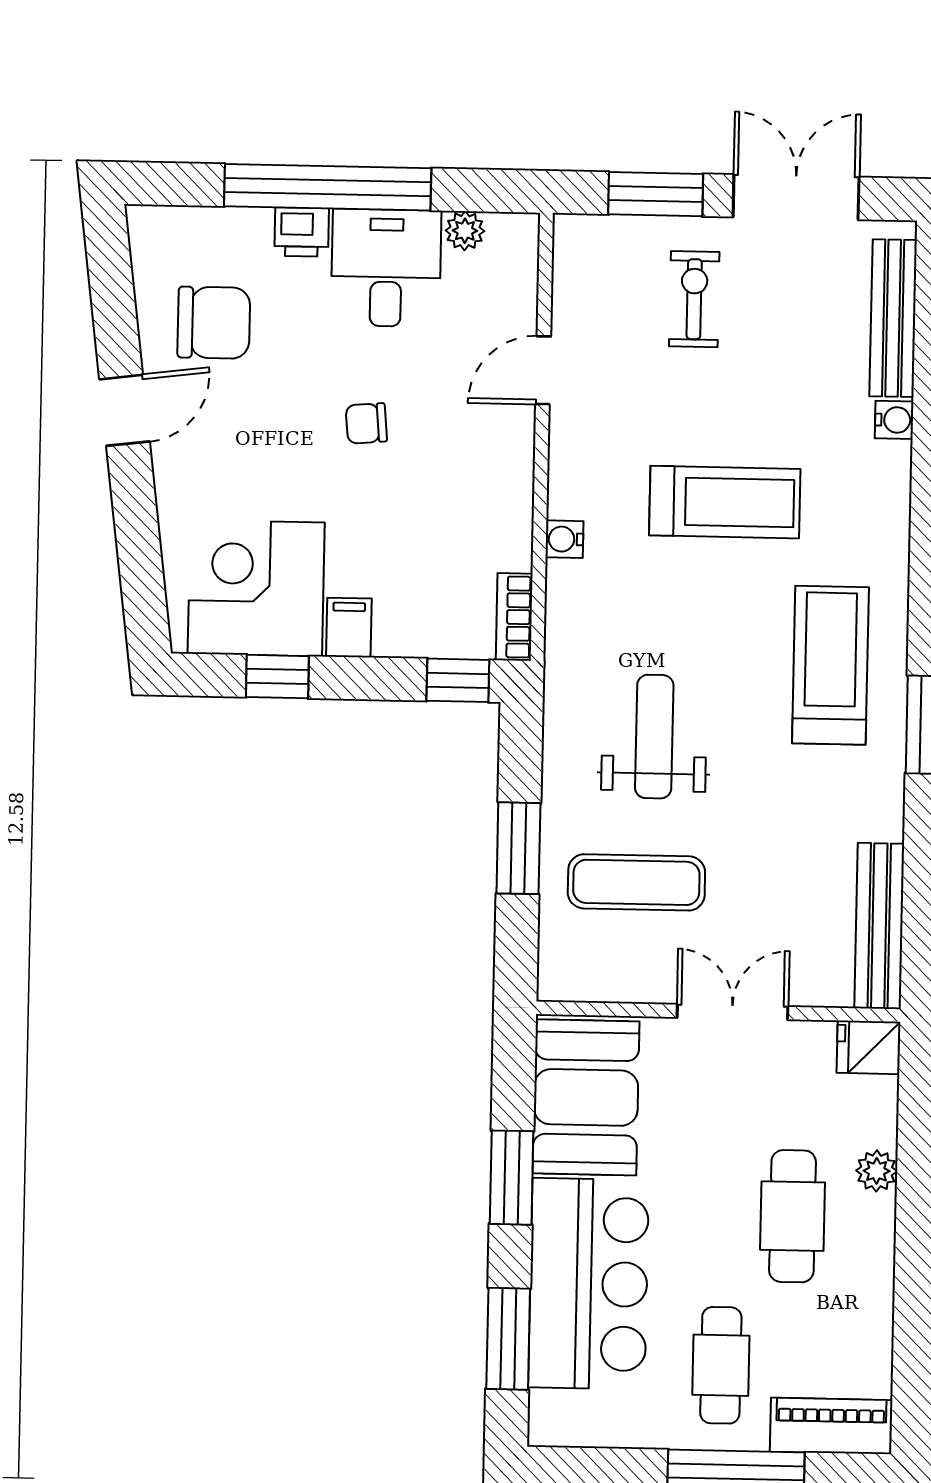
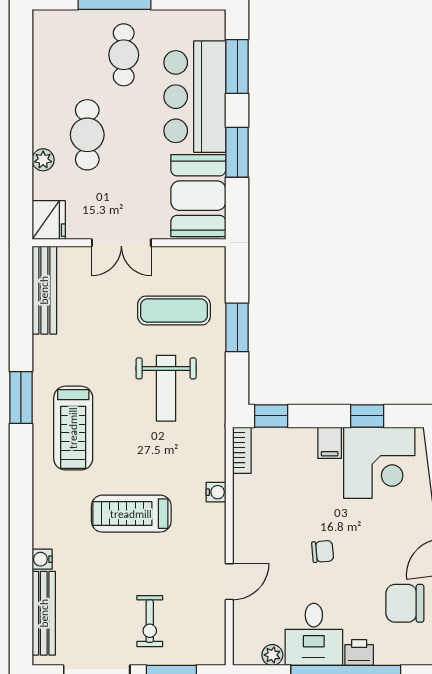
fridge: (869, 1047) -> (49, 220), width x1.38
piano: (831, 1426) -> (64, 24), removed

